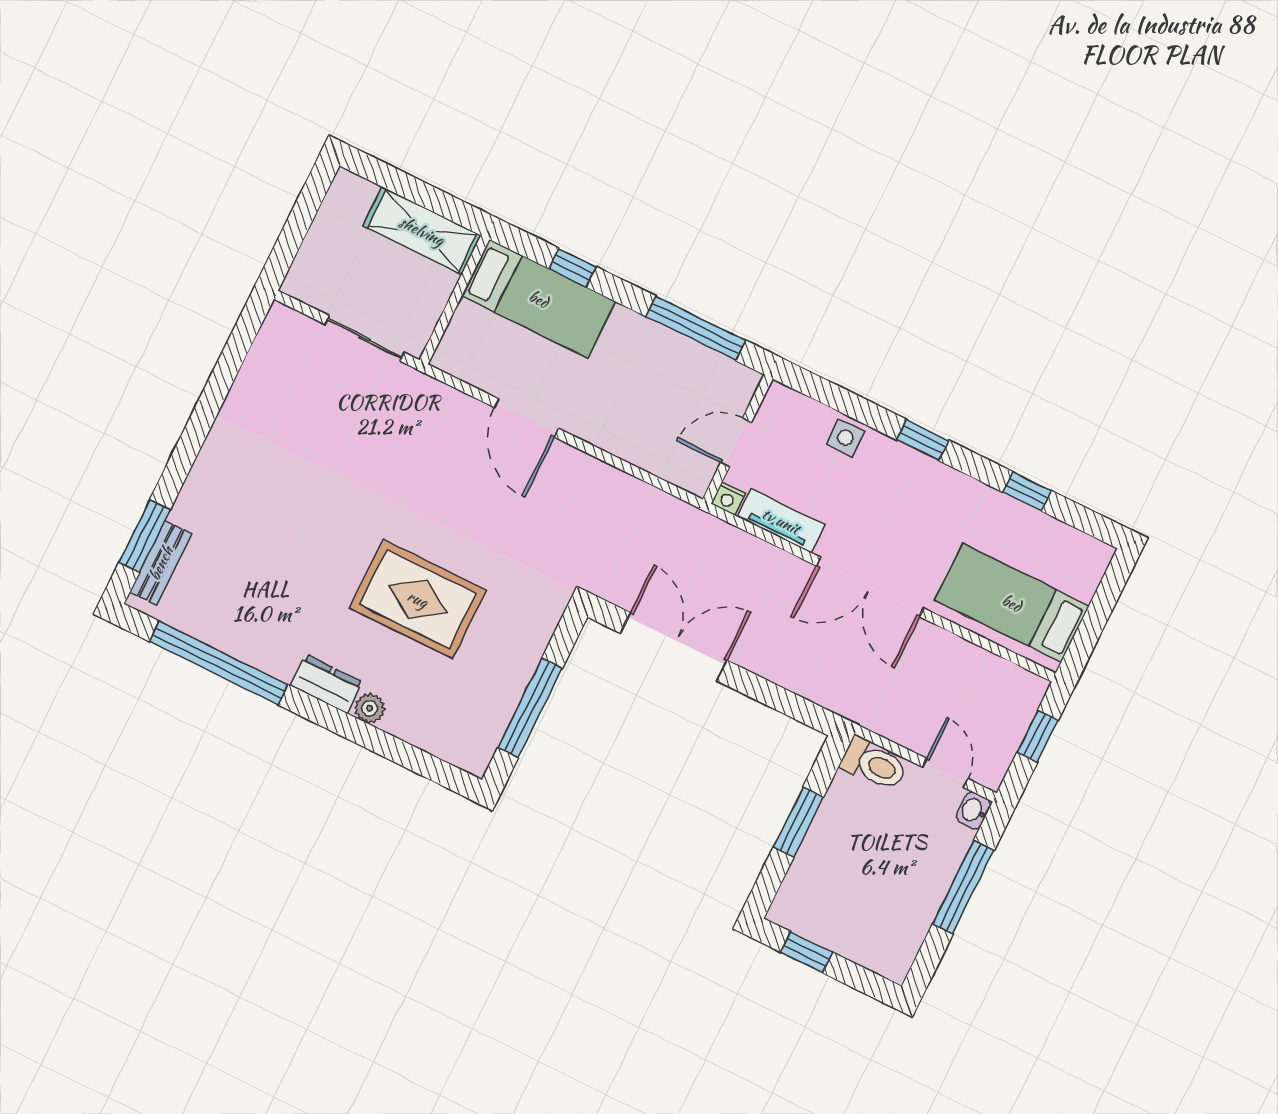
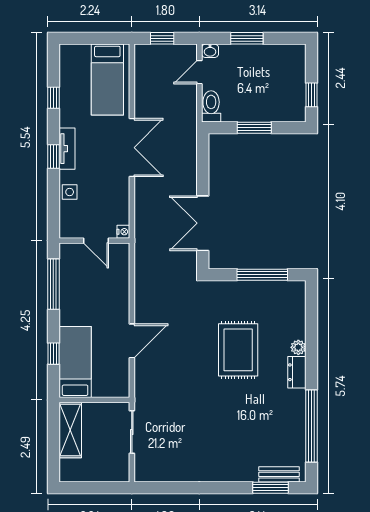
tv unit: (781, 521) -> (67, 149), moved, turned 180
window: (963, 887) -> (247, 38), width x0.69

